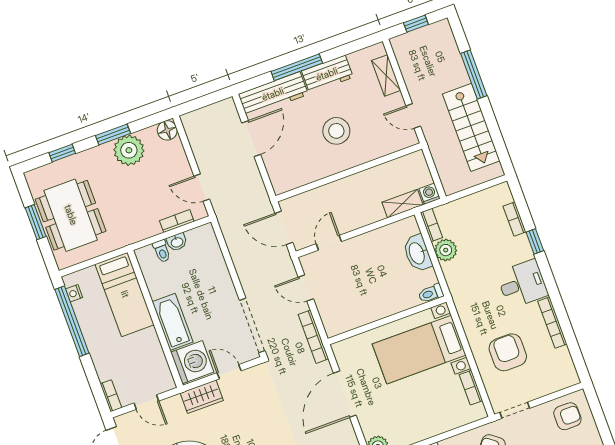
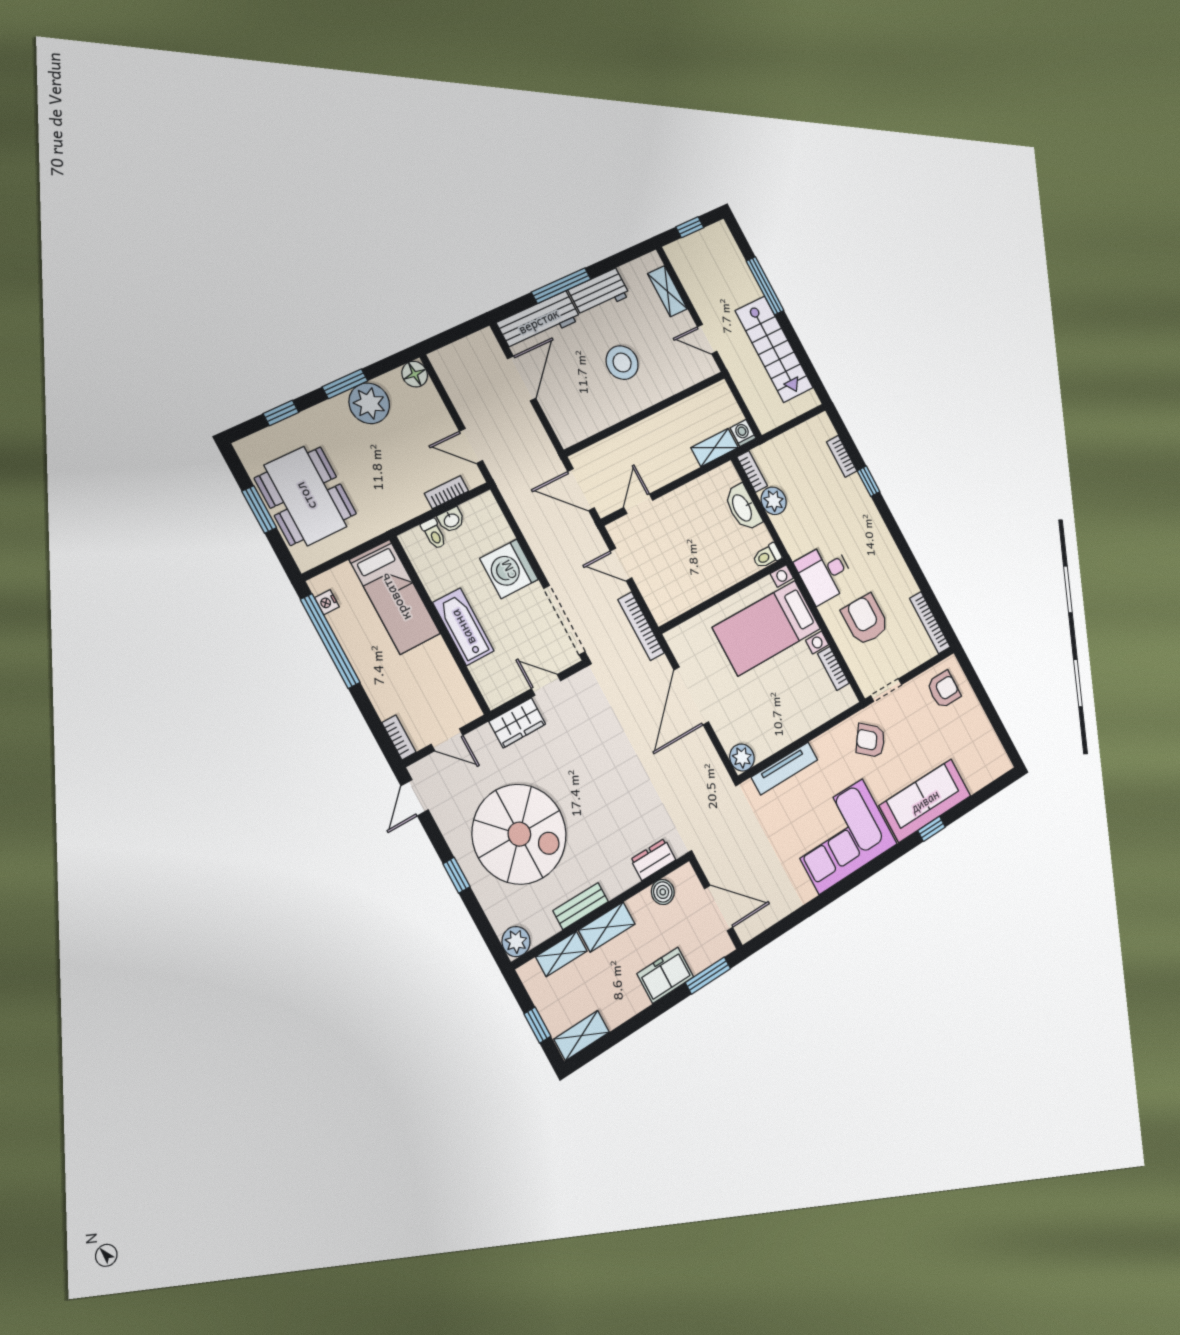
desk: (522, 284) -> (825, 573), moved, turned 180
bookcase: (552, 323) -> (930, 623), moved
washing machine: (192, 362) -> (509, 569), moved, turned 180

